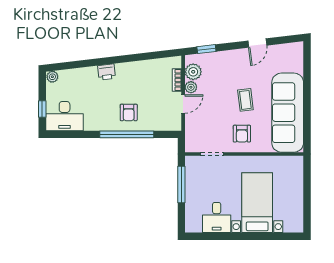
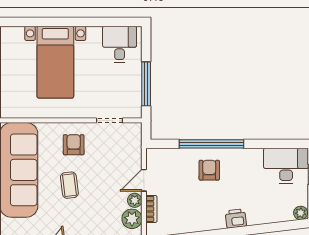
desk: (217, 217) -> (120, 44), moved

